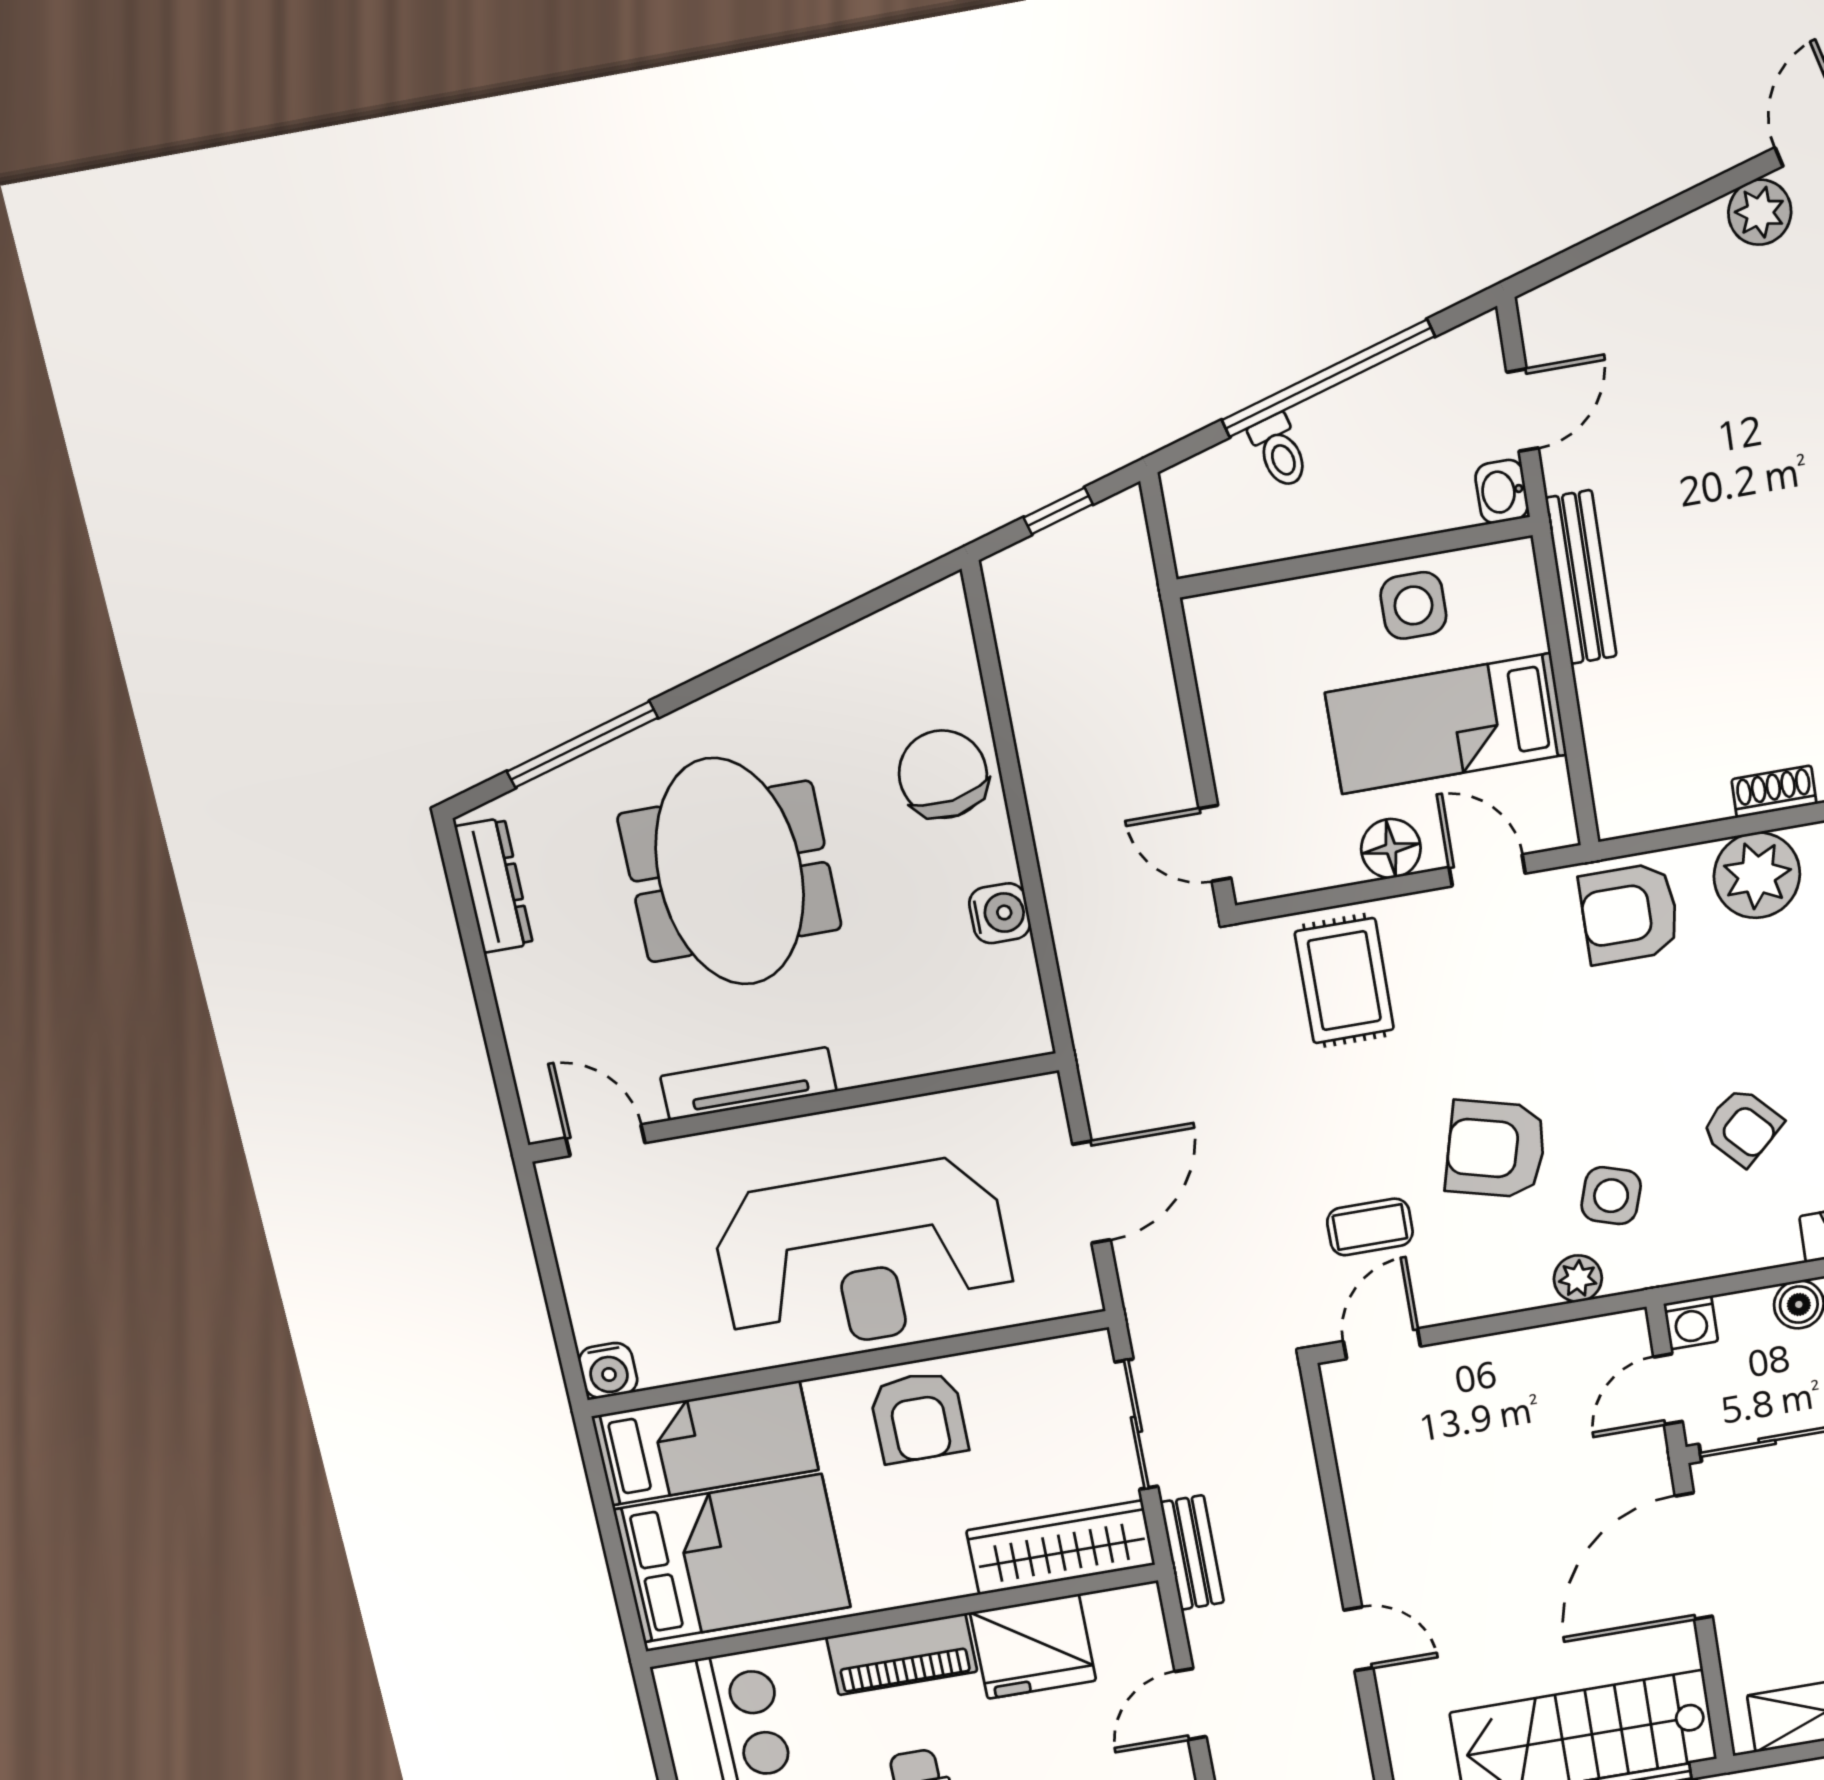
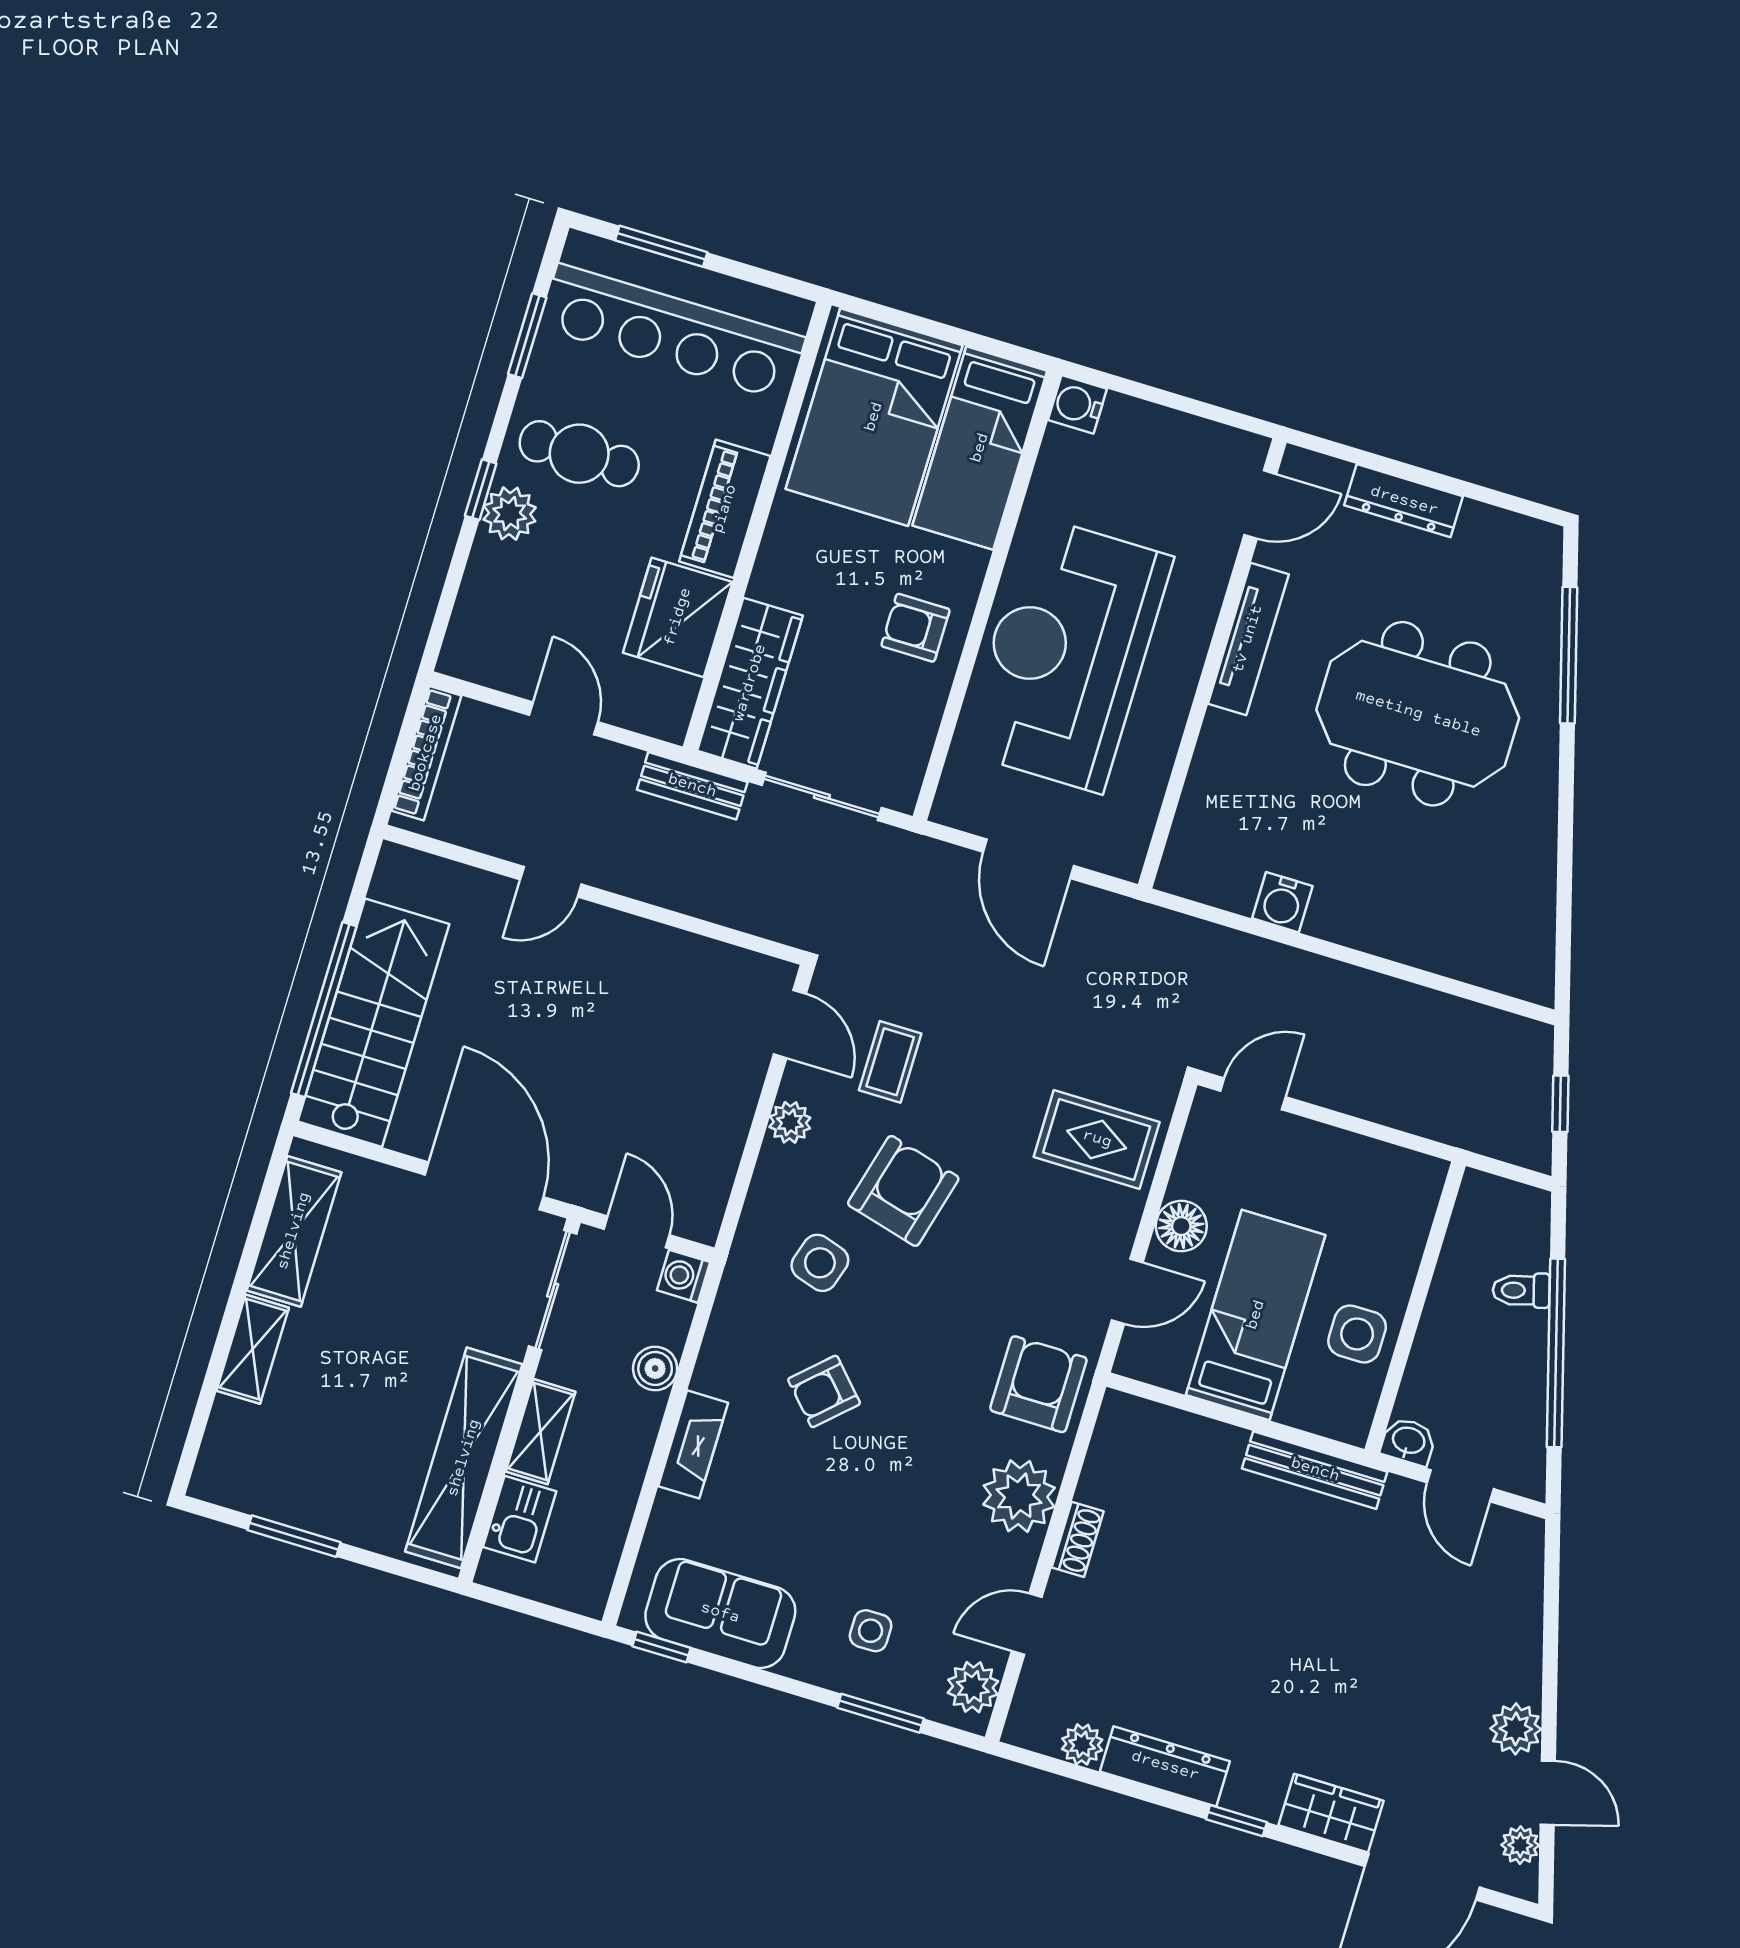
chair: (943, 774) -> (1409, 915), removed
dresser: (494, 886) -> (1404, 501), moved
plant: (1578, 1278) -> (790, 1122), moved
armchair: (919, 1417) -> (915, 628), width x0.72, depth x0.72

